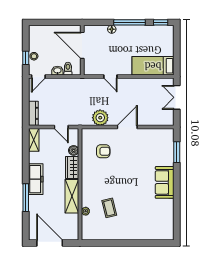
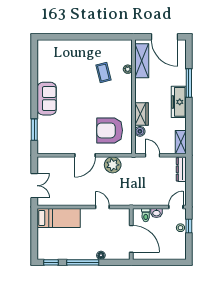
armchair: (103, 151) -> (110, 130), width x1.88, depth x1.88
shelving: (72, 196) -> (142, 61), moved

